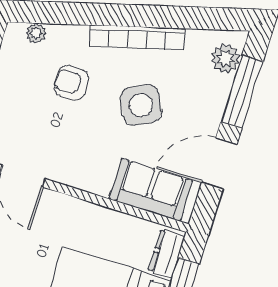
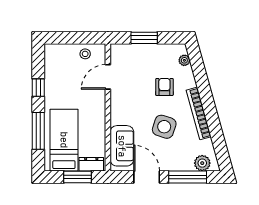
side table: (141, 105) -> (164, 127), turned 45

